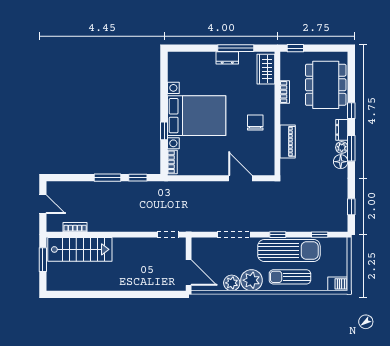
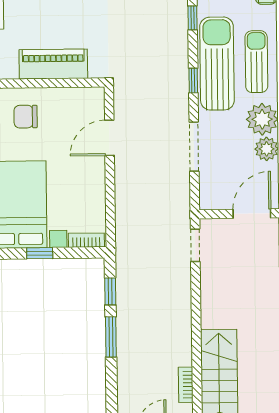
piano: (288, 141) -> (53, 64), width x1.37, depth x1.33
sun lounger: (290, 277) -> (256, 62), turned 180

